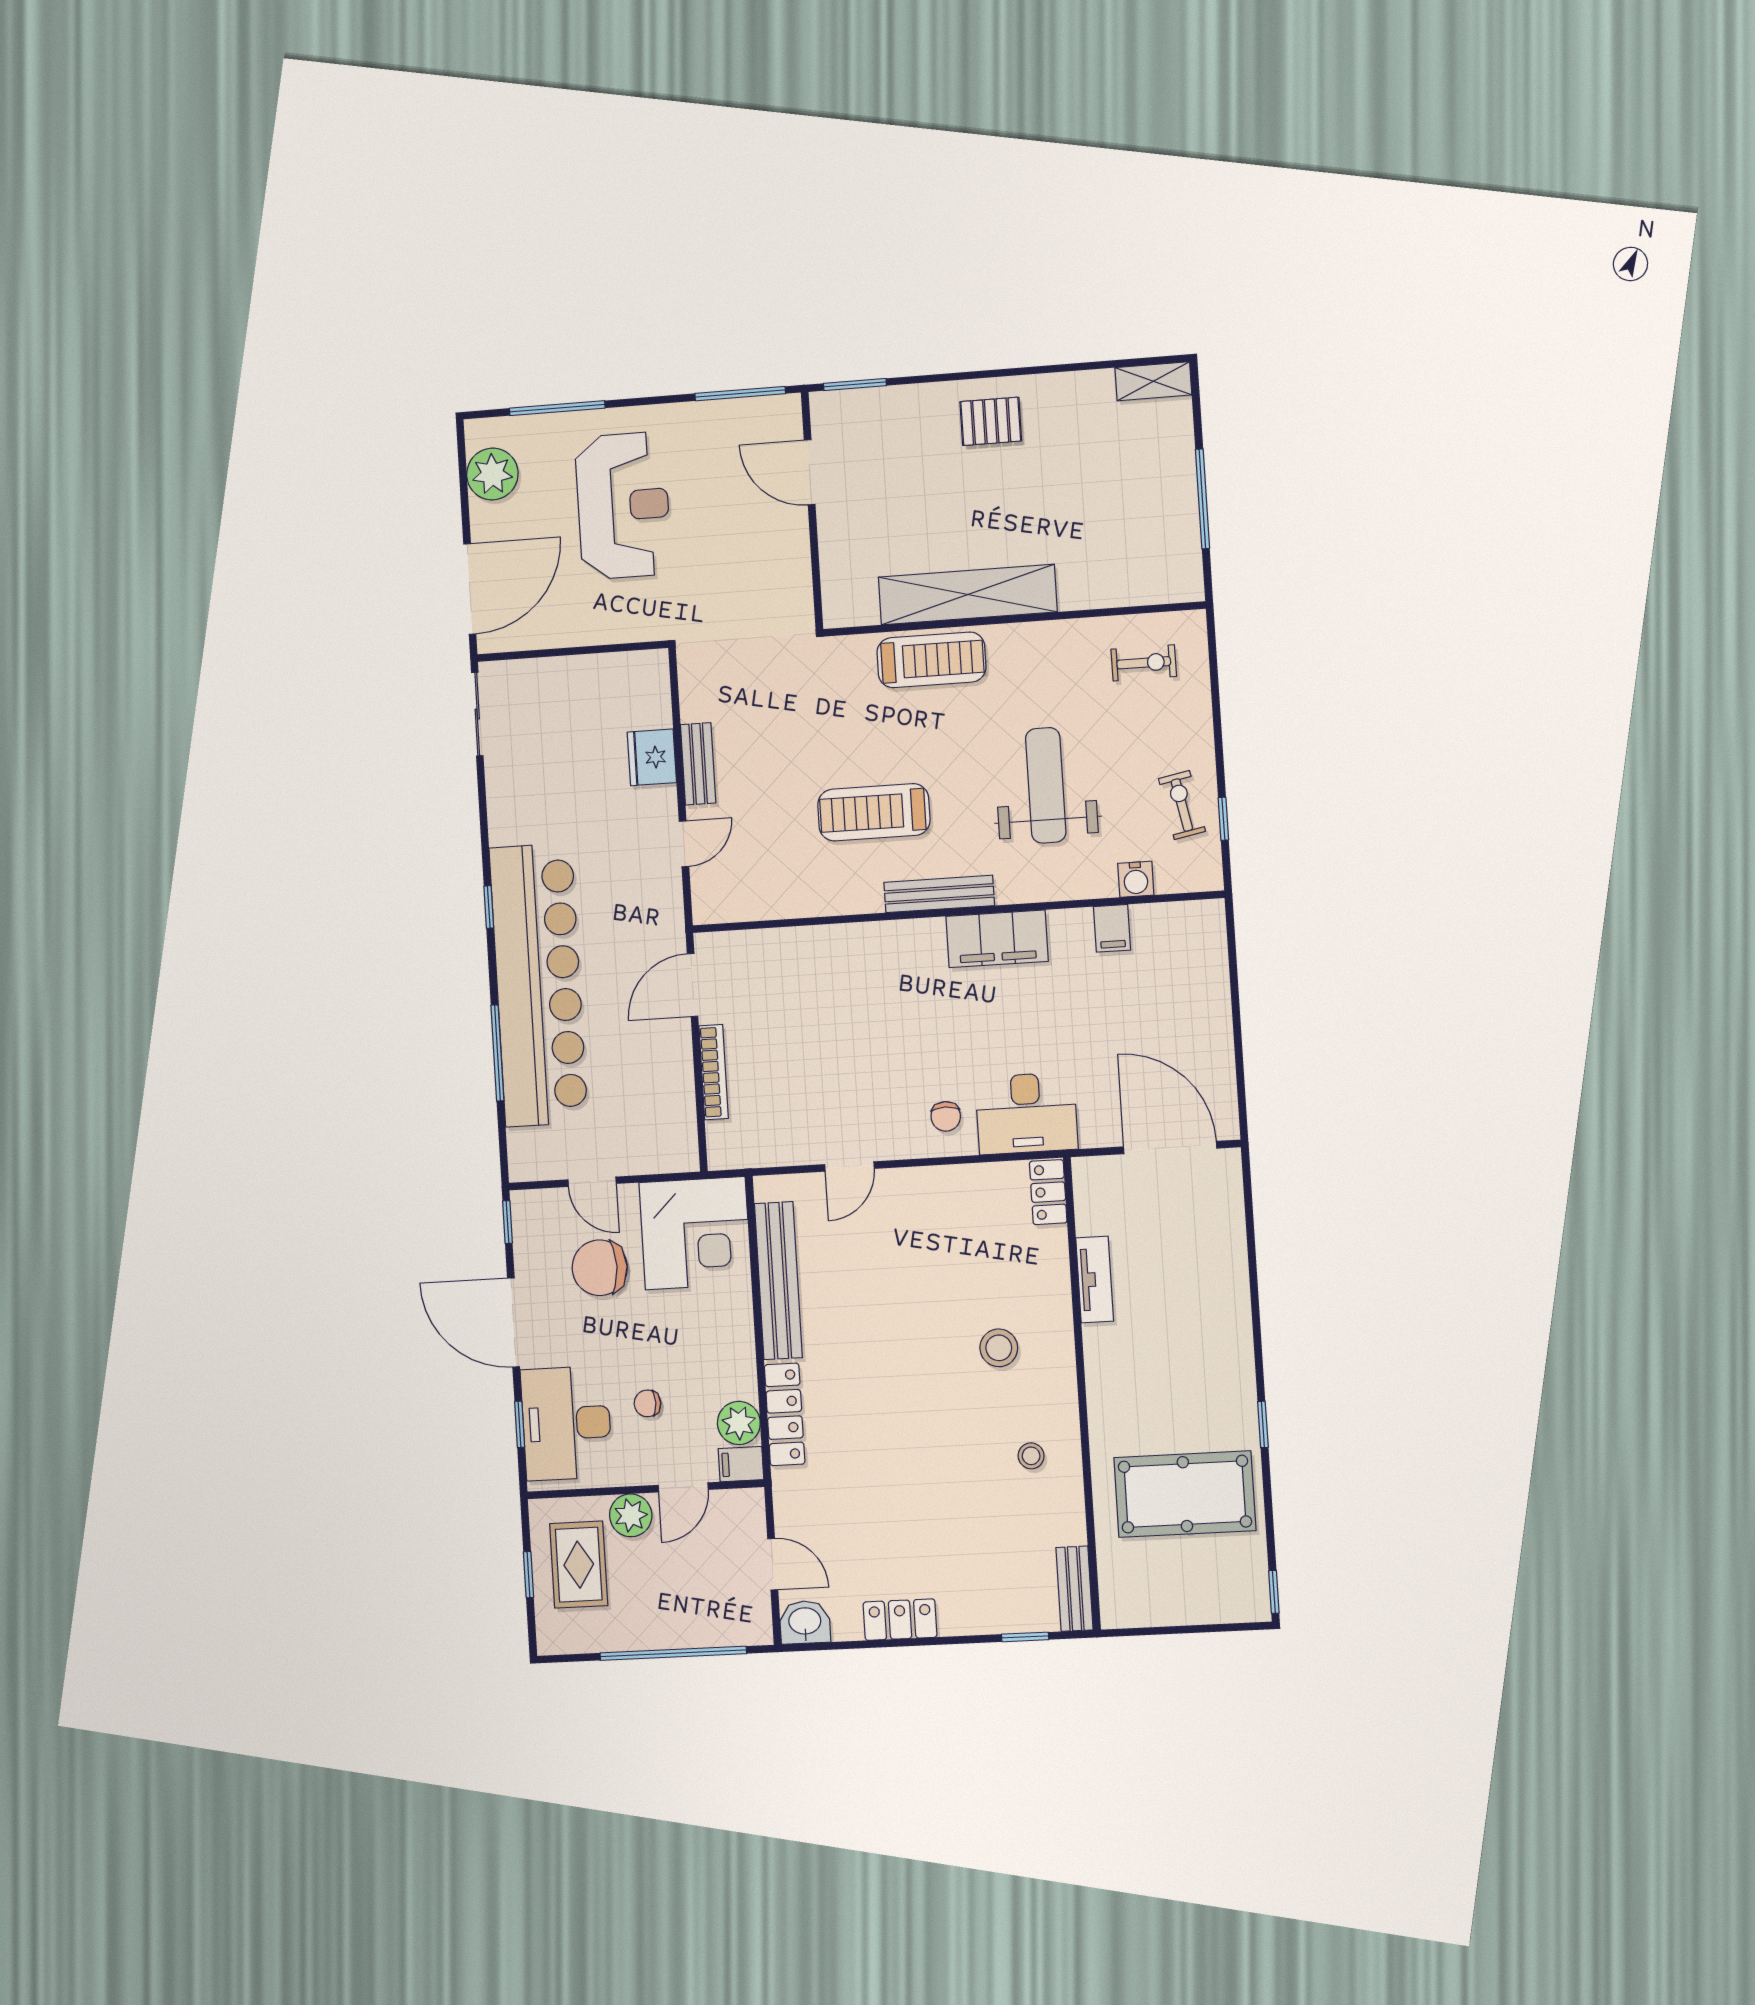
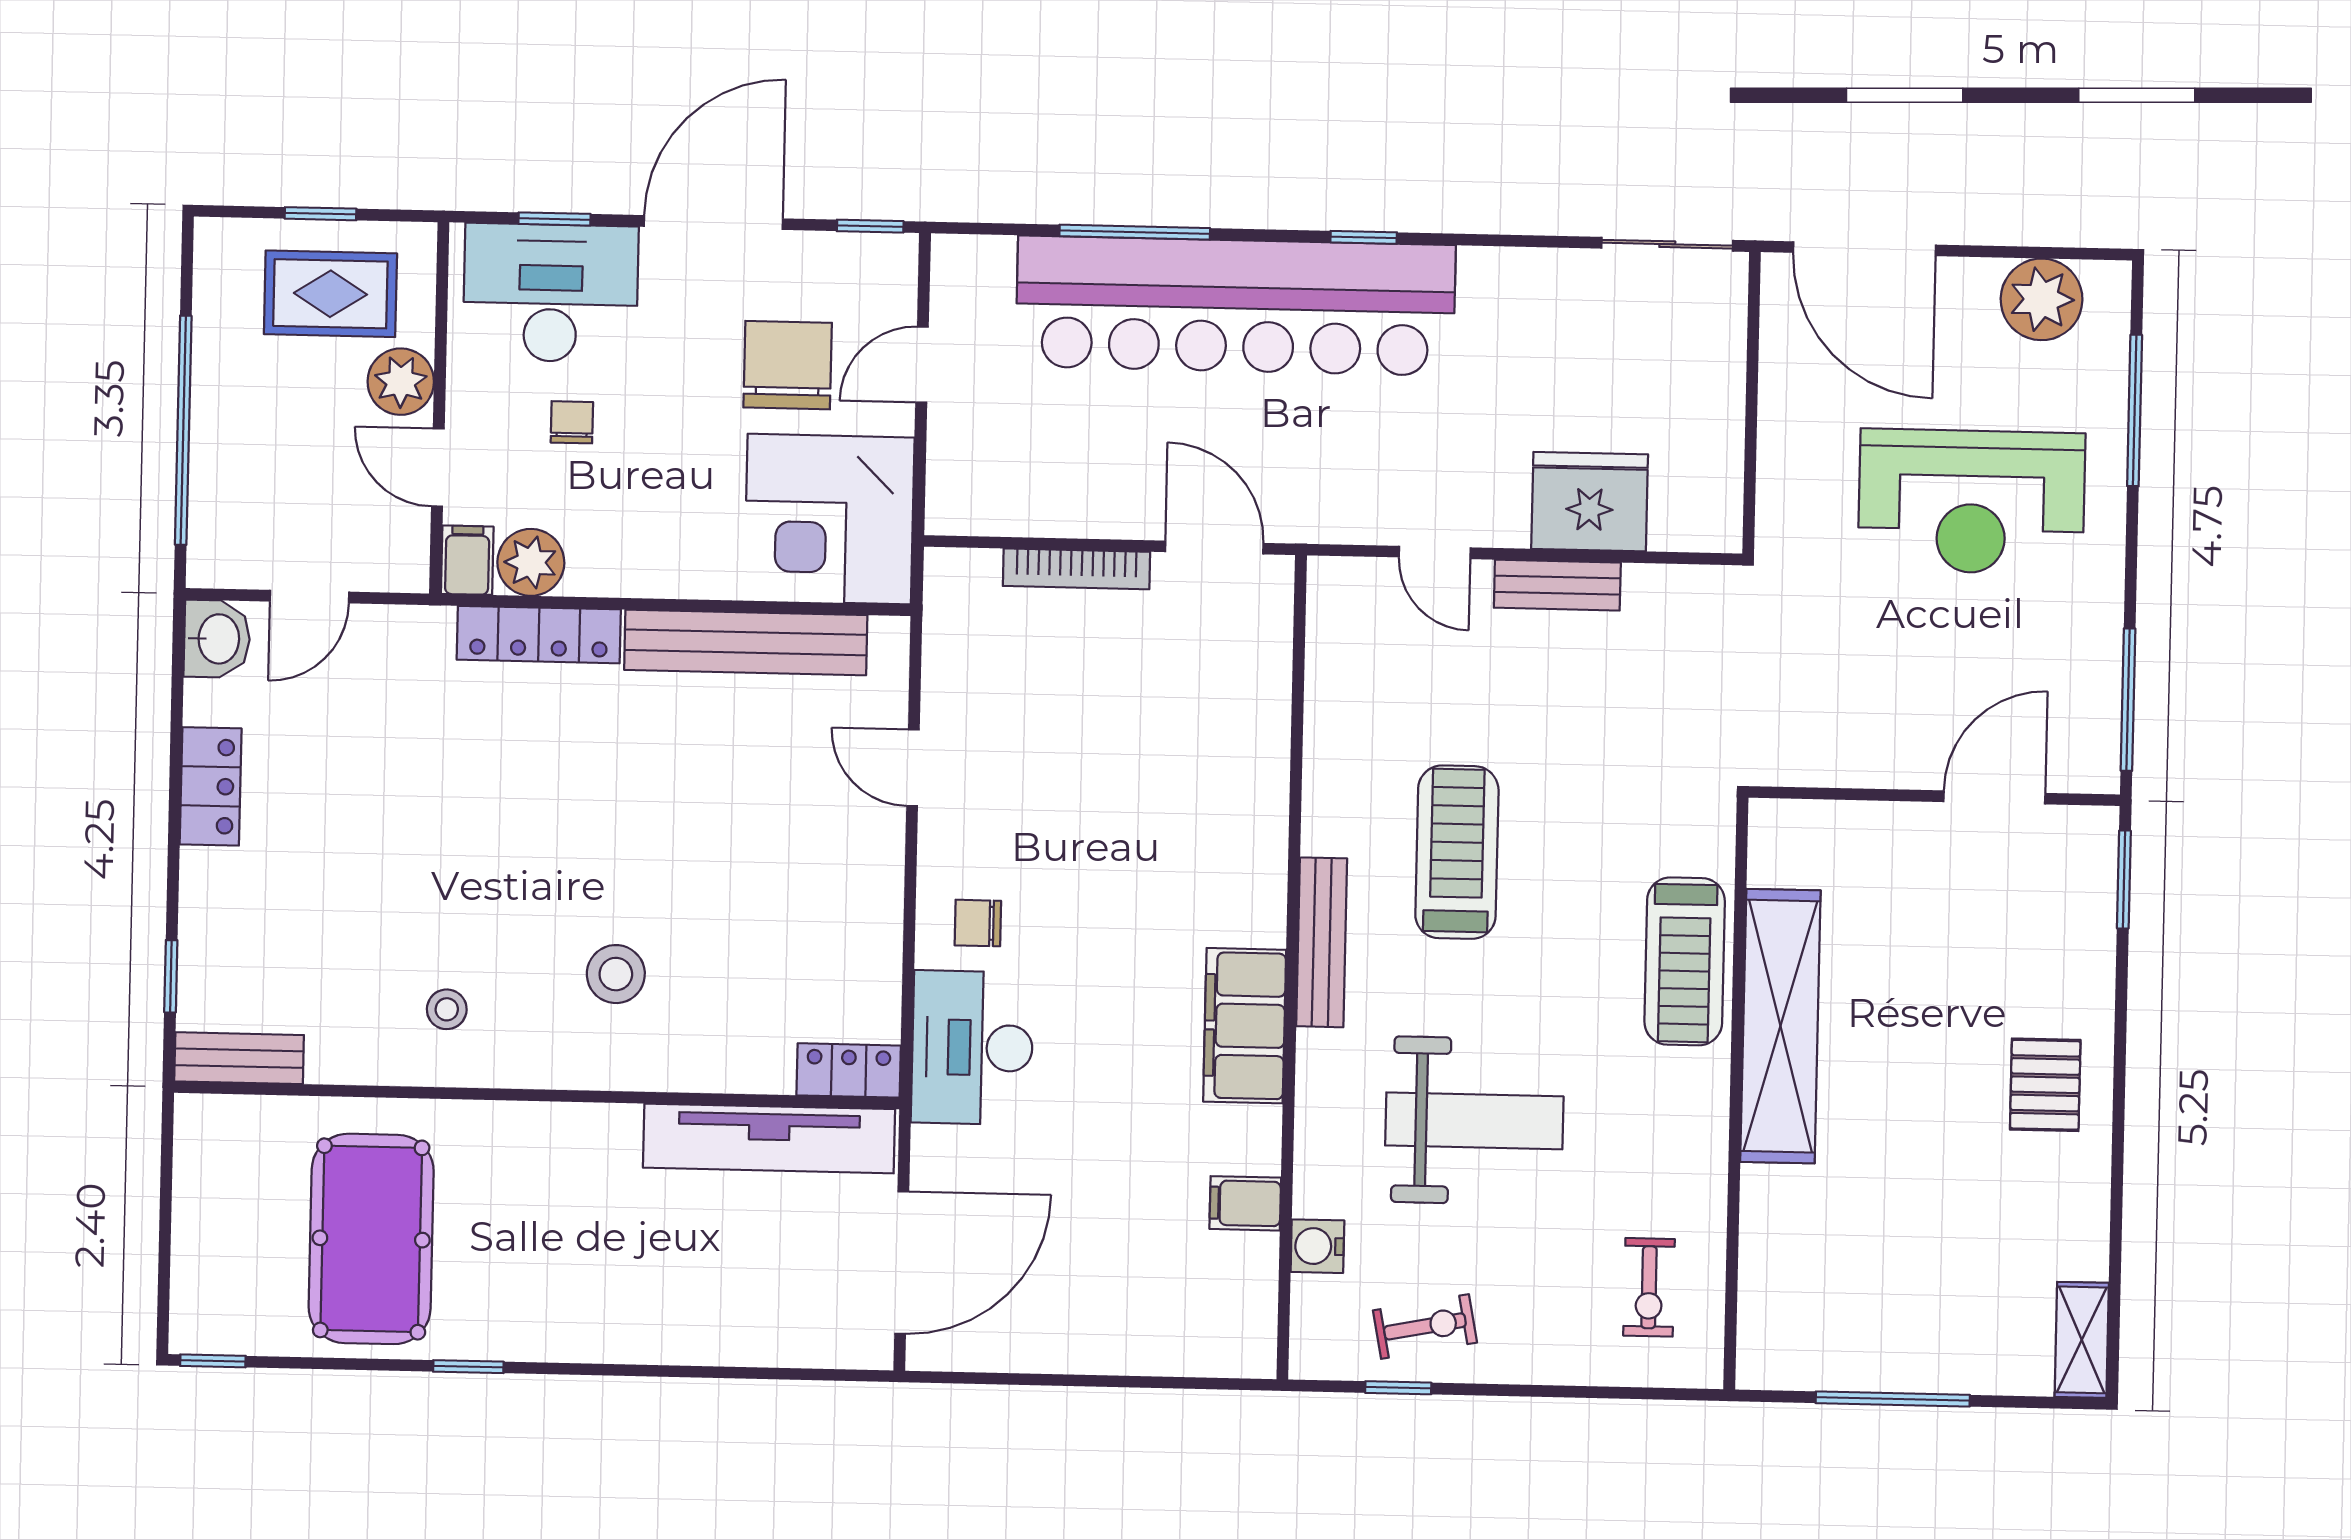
fridge: (652, 757) -> (1590, 502), width x1.36, depth x1.34
tv unit: (1095, 1279) -> (769, 1138), width x1.92, depth x1.29

